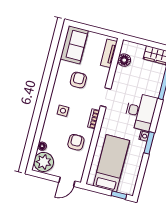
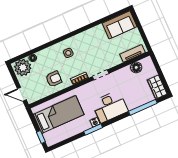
armchair: (78, 80) -> (98, 47), removed

